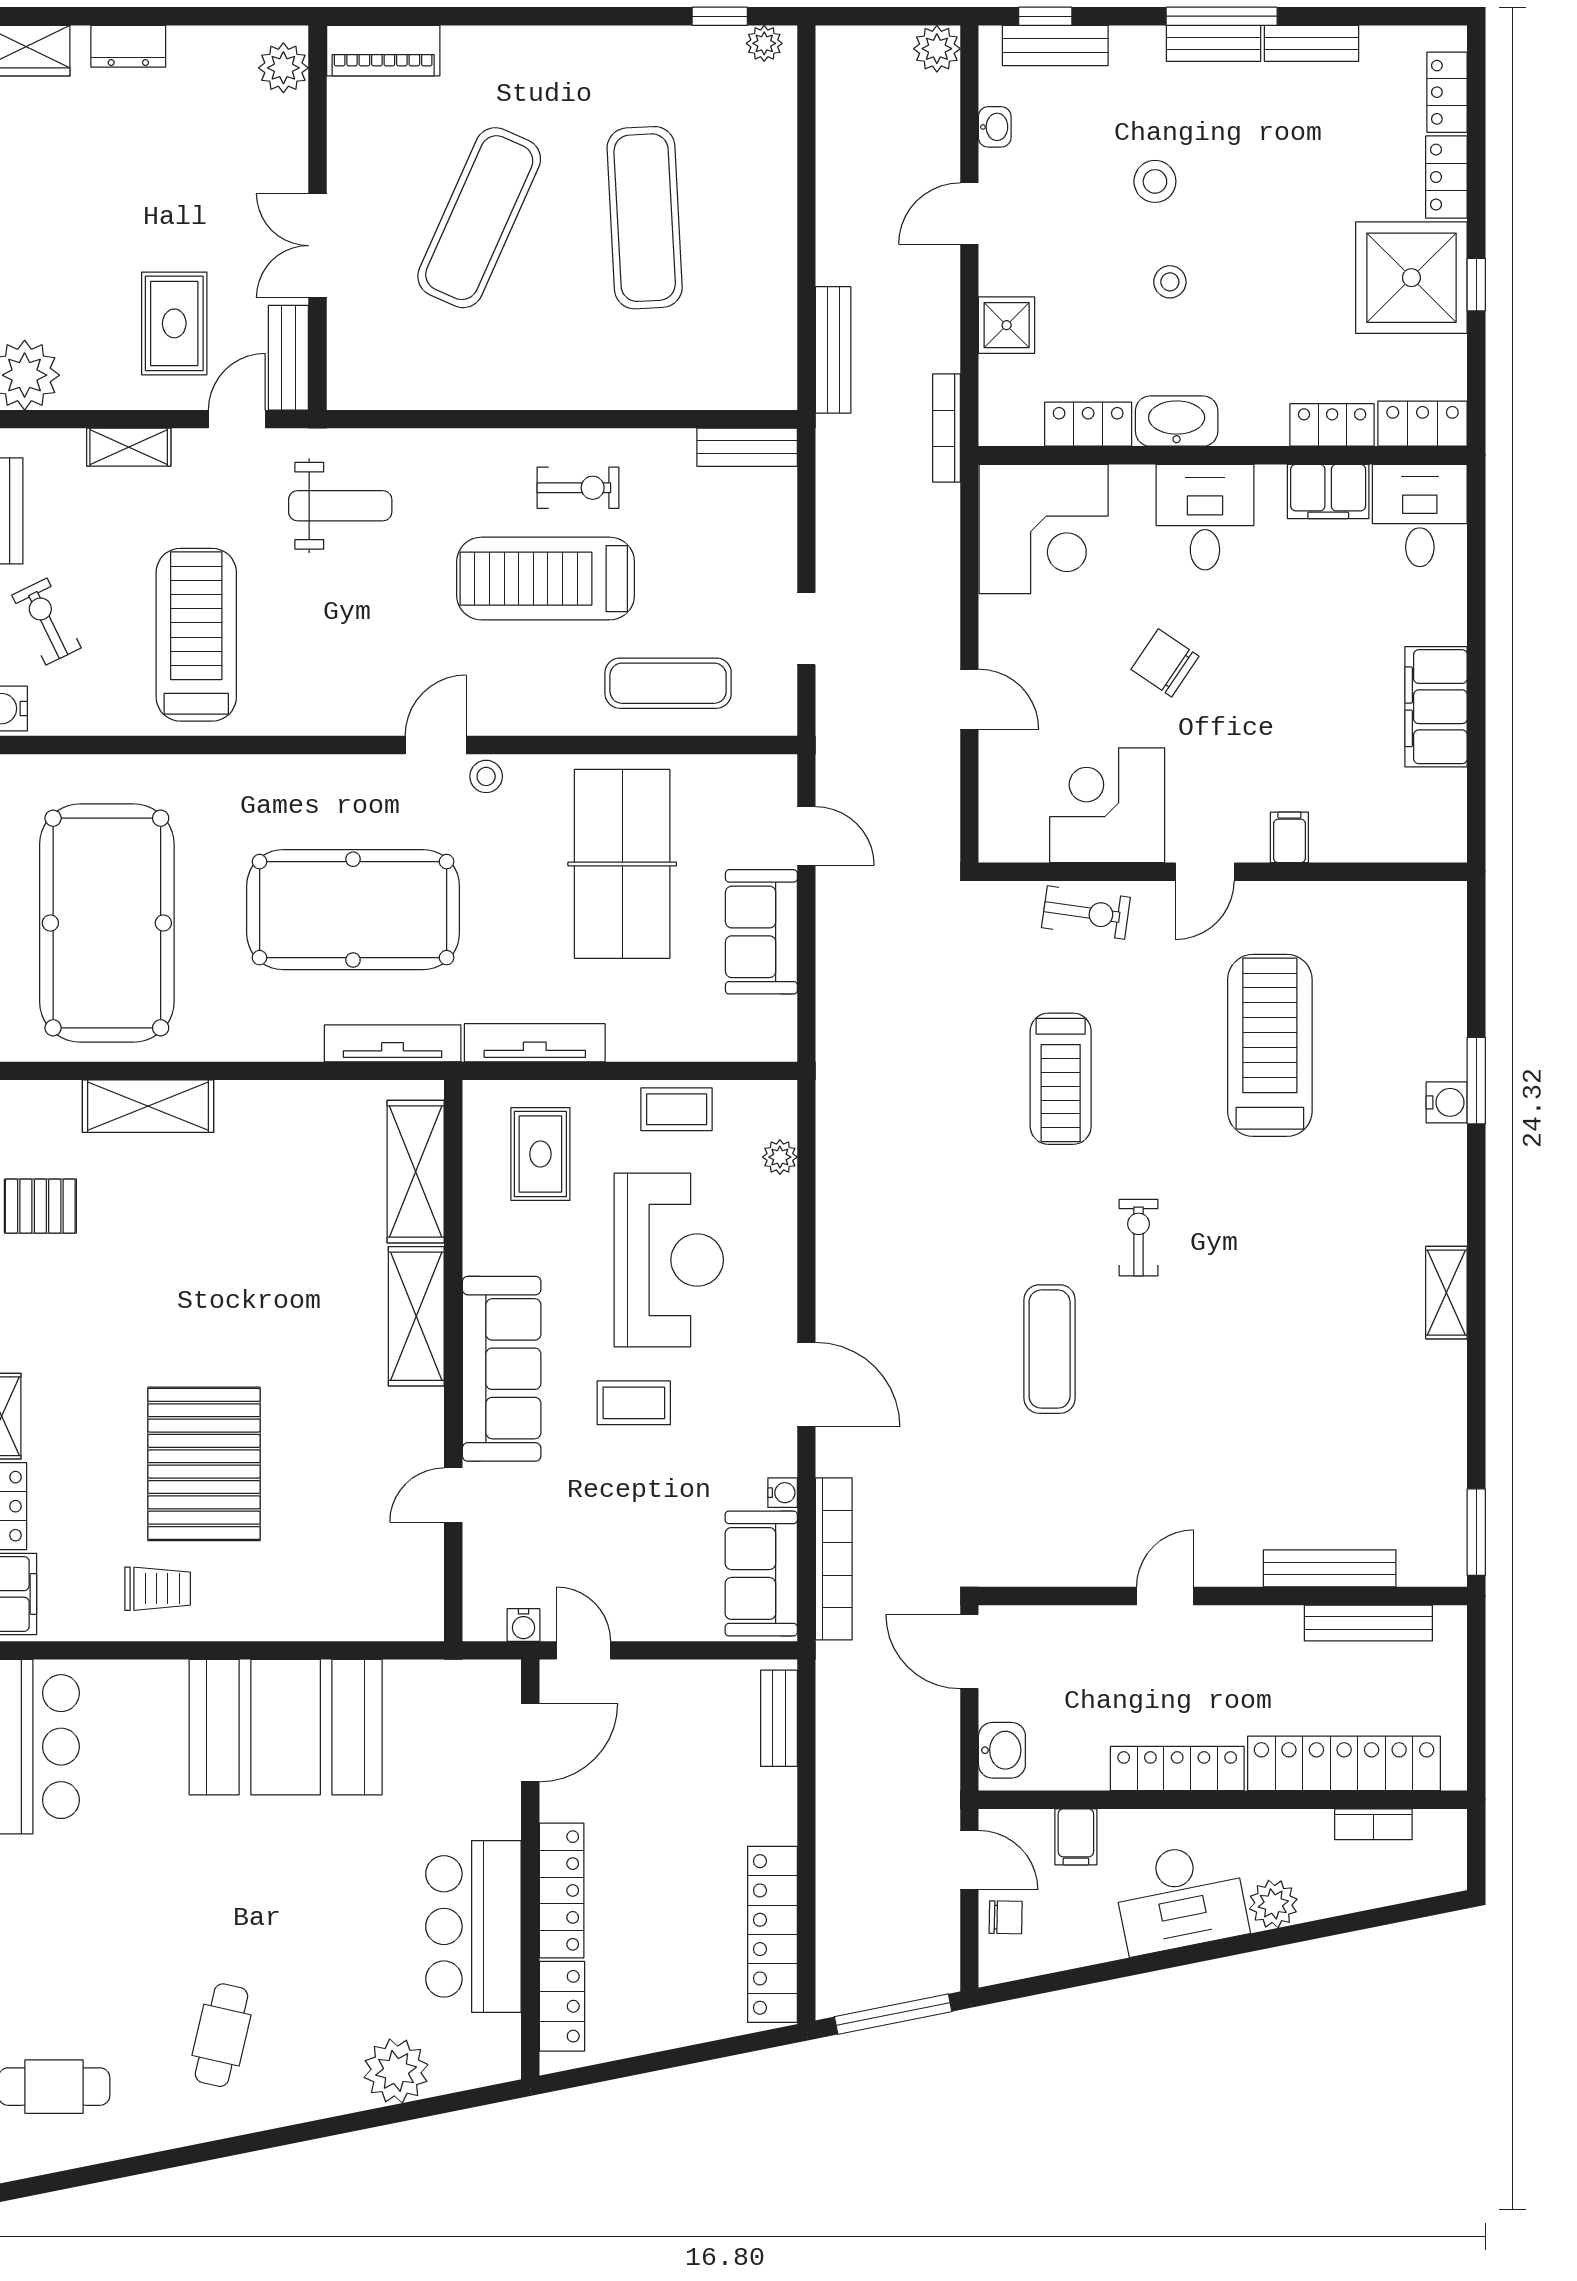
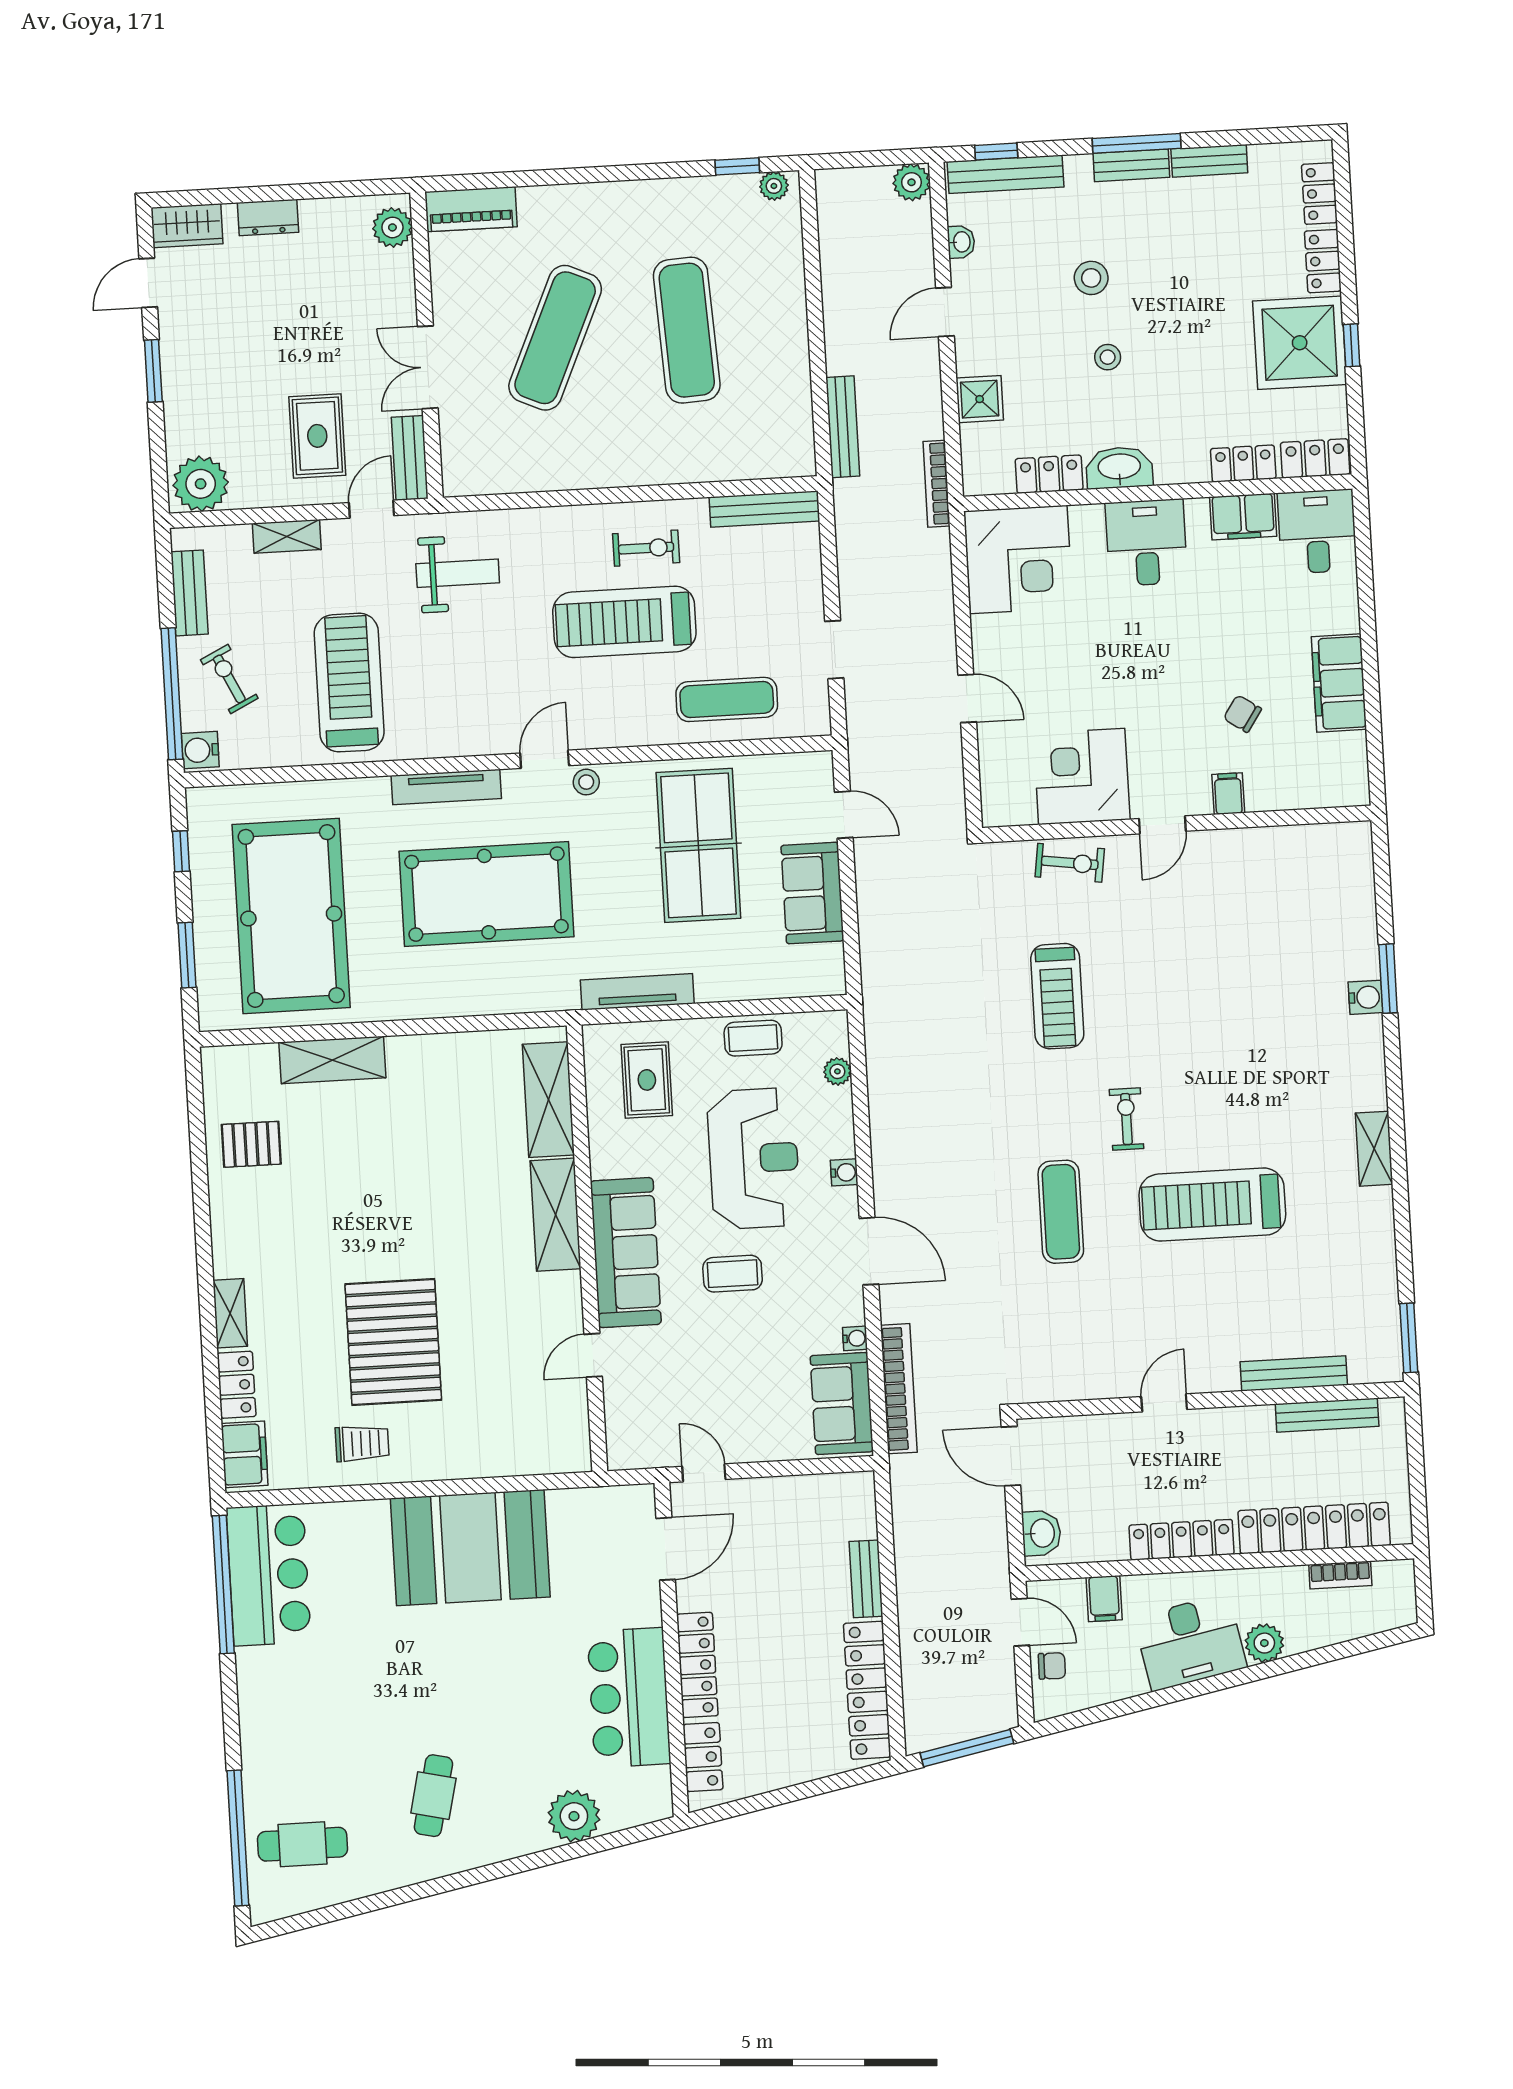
bench: (1055, 45) -> (1005, 174), width x1.36
bench: (747, 447) -> (764, 509), width x1.36
chair: (1165, 663) -> (1242, 714), moved, width x0.73, depth x0.73
tv unit: (393, 1043) -> (446, 787), moved, turned 180
treadmill: (1270, 1045) -> (1212, 1205), moved, turned -90
water cooler: (523, 1625) -> (844, 1172), moved, turned -90
bench: (779, 1718) -> (866, 1579), moved

